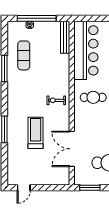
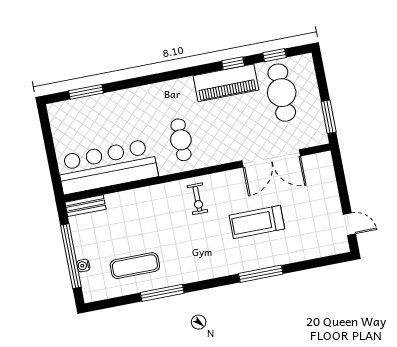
bench: (65, 37) -> (85, 206), width x0.73

